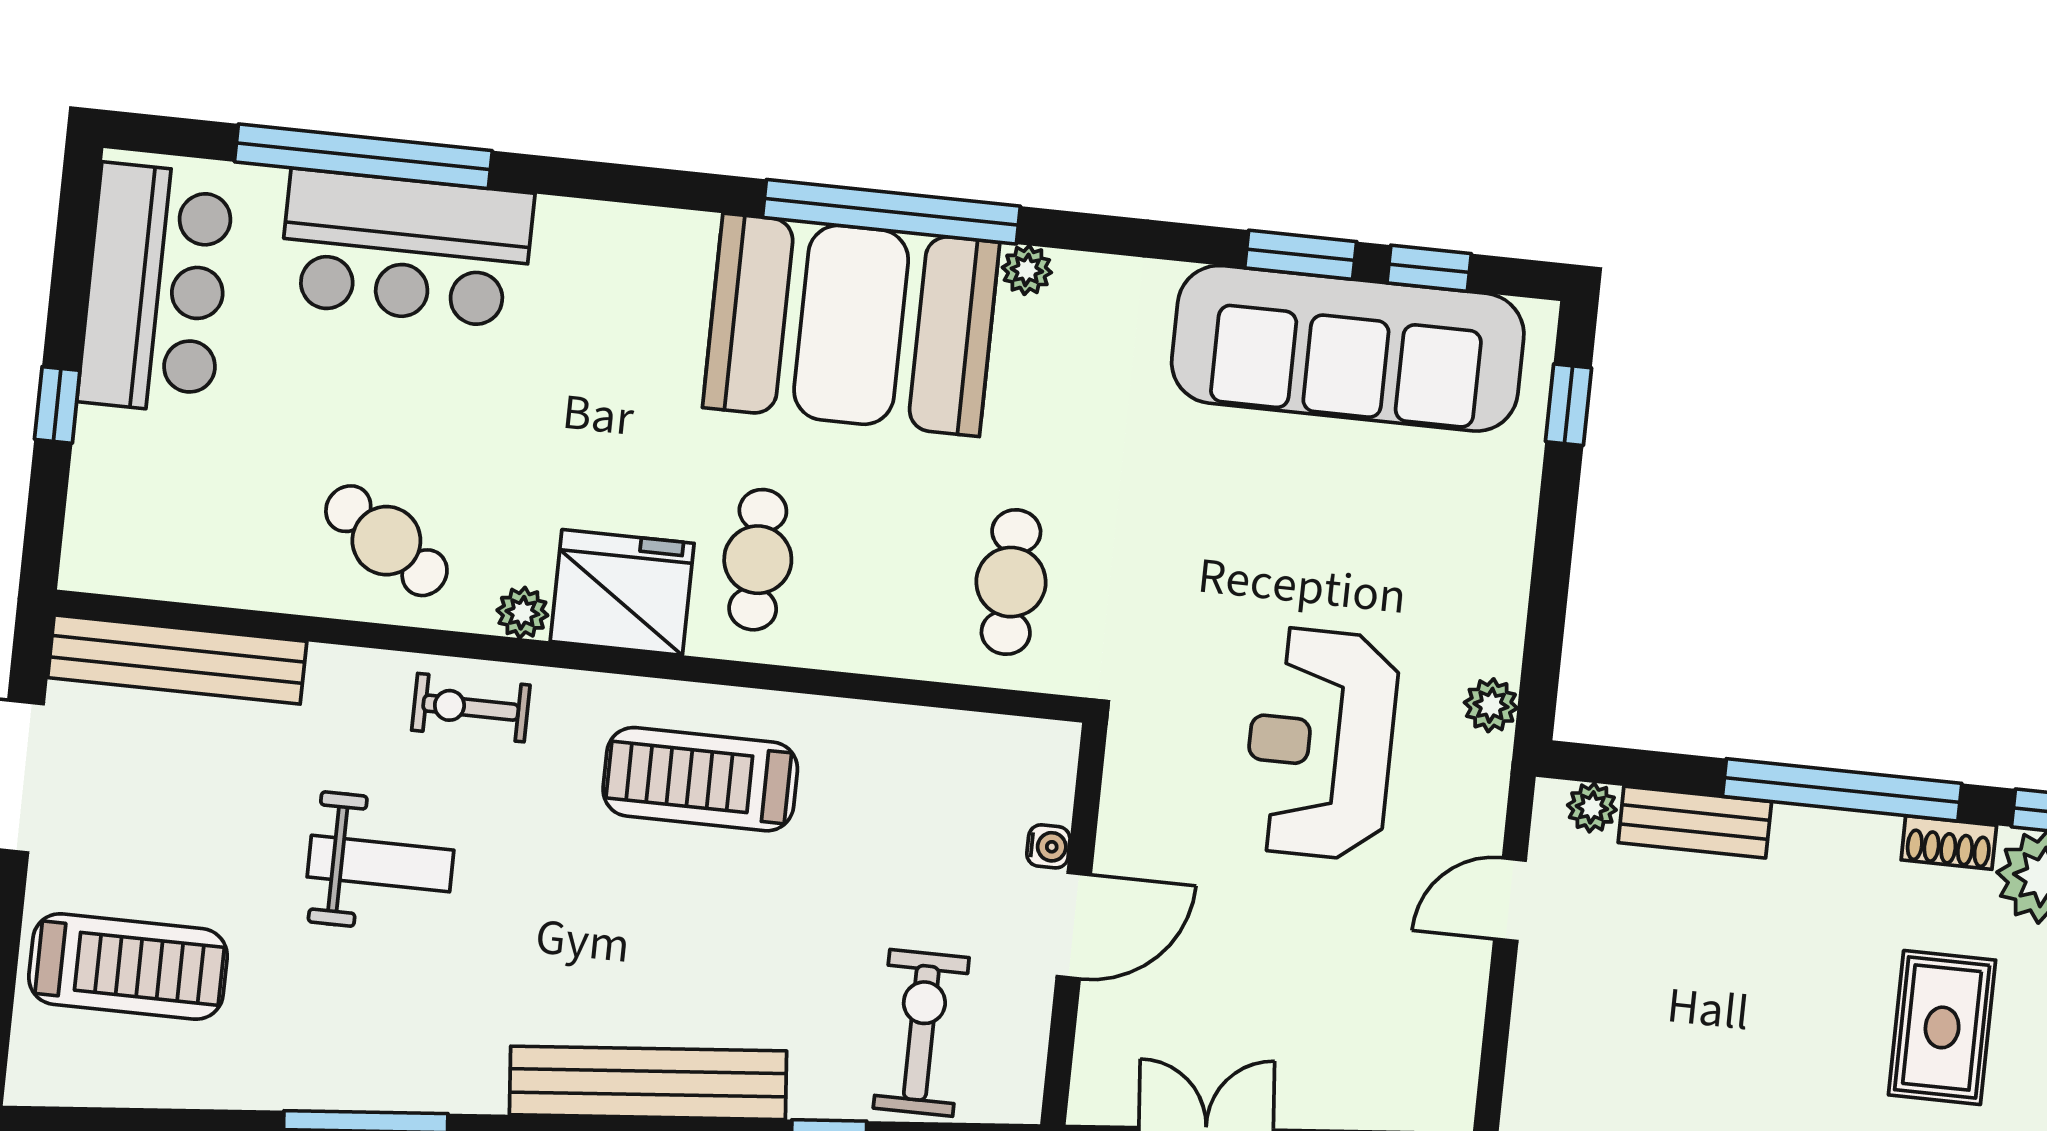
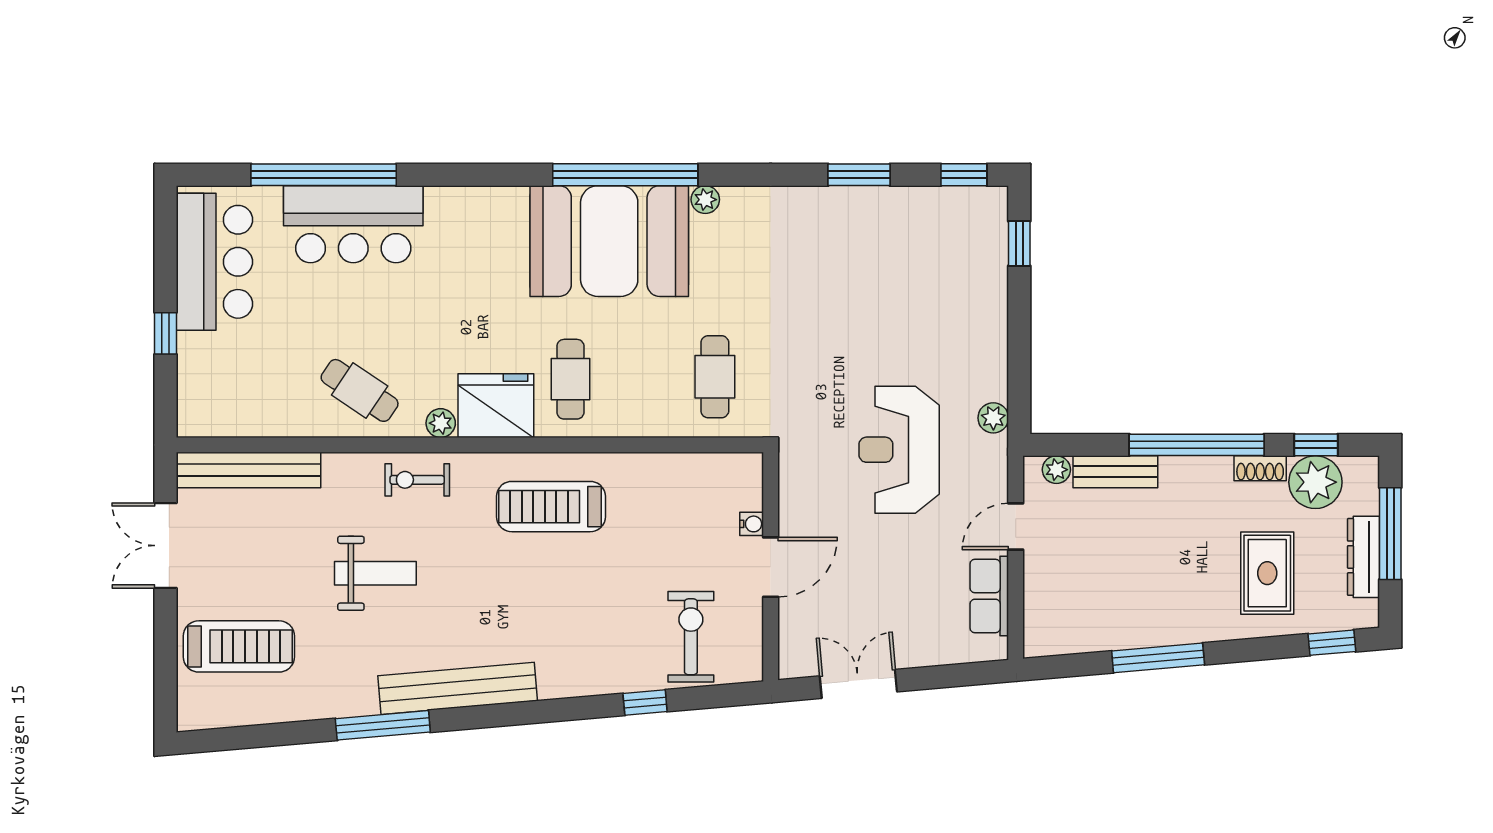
window: (1429, 268) -> (964, 175), moved
sofa: (1348, 348) -> (891, 225), removed
row of seats: (1451, 1016) -> (989, 596), added
bench: (648, 1083) -> (458, 688), moved

